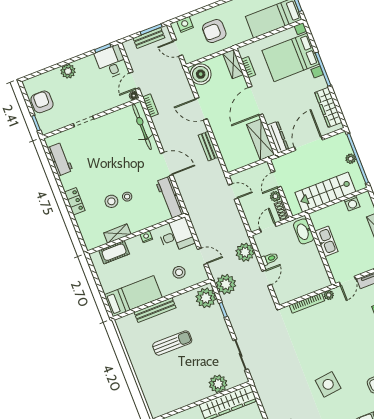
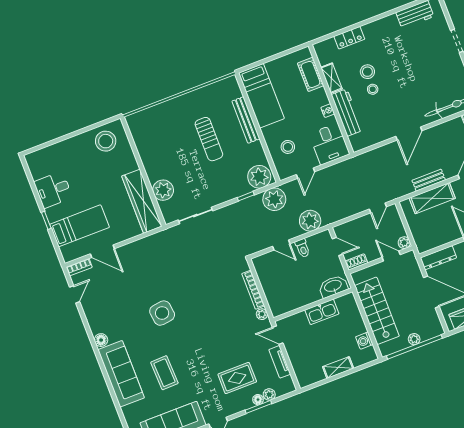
shelving: (261, 140) -> (432, 198), moved
plant: (275, 196) -> (404, 243), moved
workbench: (170, 198) -> (347, 113), moved, turned 90
locker: (75, 201) -> (349, 38), moved

